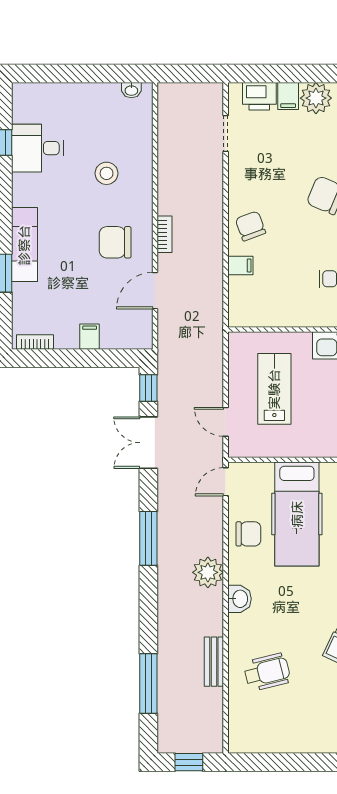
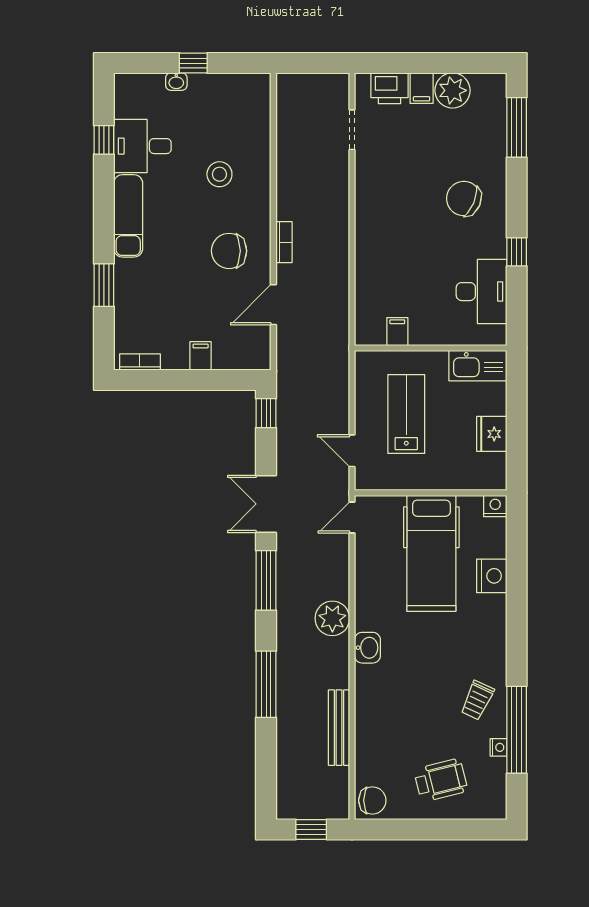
window: (83, 73) -> (193, 63), added
washbasin: (131, 90) -> (176, 82), moved
chair: (250, 226) -> (380, 233), removed
exam couch: (24, 245) -> (128, 216), moved
filing cabinet: (240, 266) -> (397, 332), moved, turned -90
double door: (148, 443) -> (266, 504), moved
chair: (248, 534) -> (372, 800), moved
bench: (214, 662) -> (339, 728), width x1.36
wheelchair: (267, 672) -> (441, 780), moved
window: (148, 684) -> (266, 684), moved

